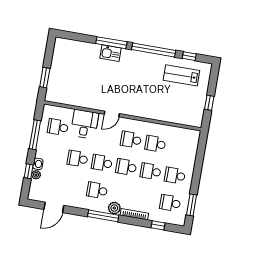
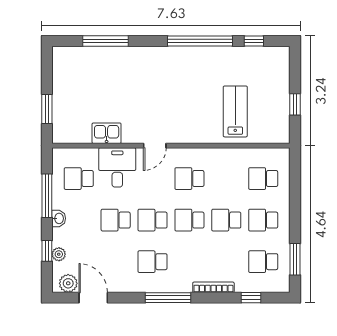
window: (111, 43) -> (106, 41), moved
kitchen sink: (111, 53) -> (107, 133), moved, turned 180
lab bench: (181, 75) -> (235, 111), moved, turned 90
school desk: (155, 144) -> (263, 179), moved
washbasin: (38, 164) -> (59, 218), moved
door: (54, 207) -> (93, 298), swing flipped
plant: (114, 208) -> (68, 283), moved

